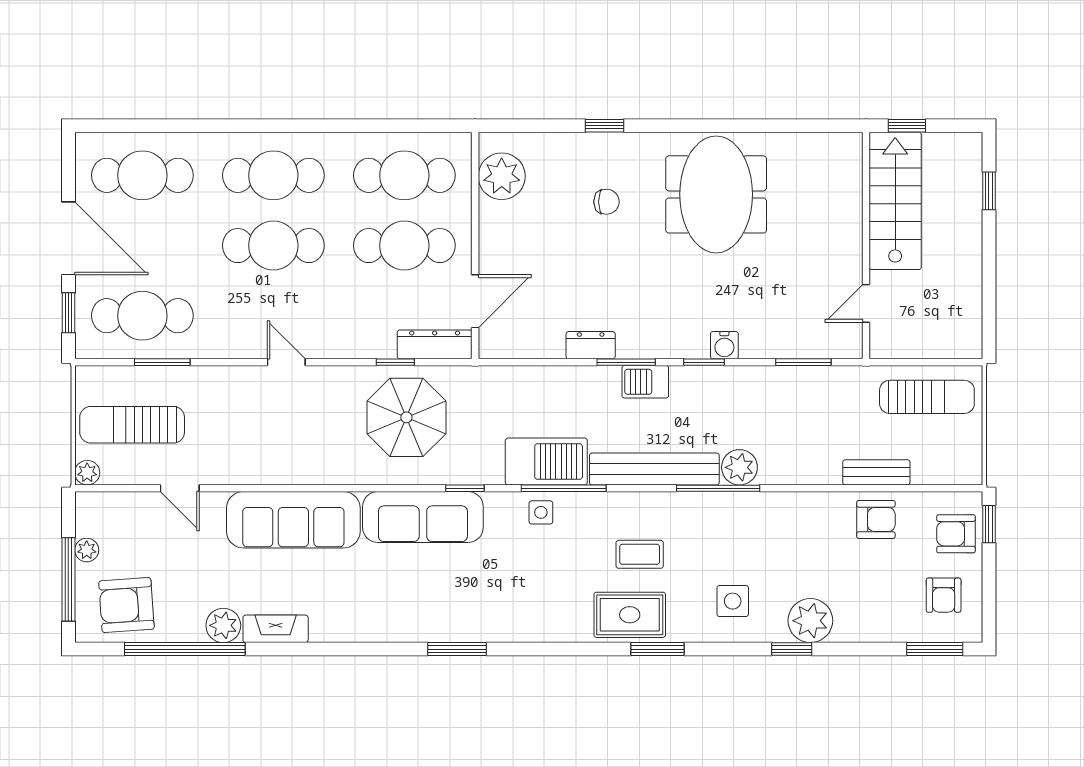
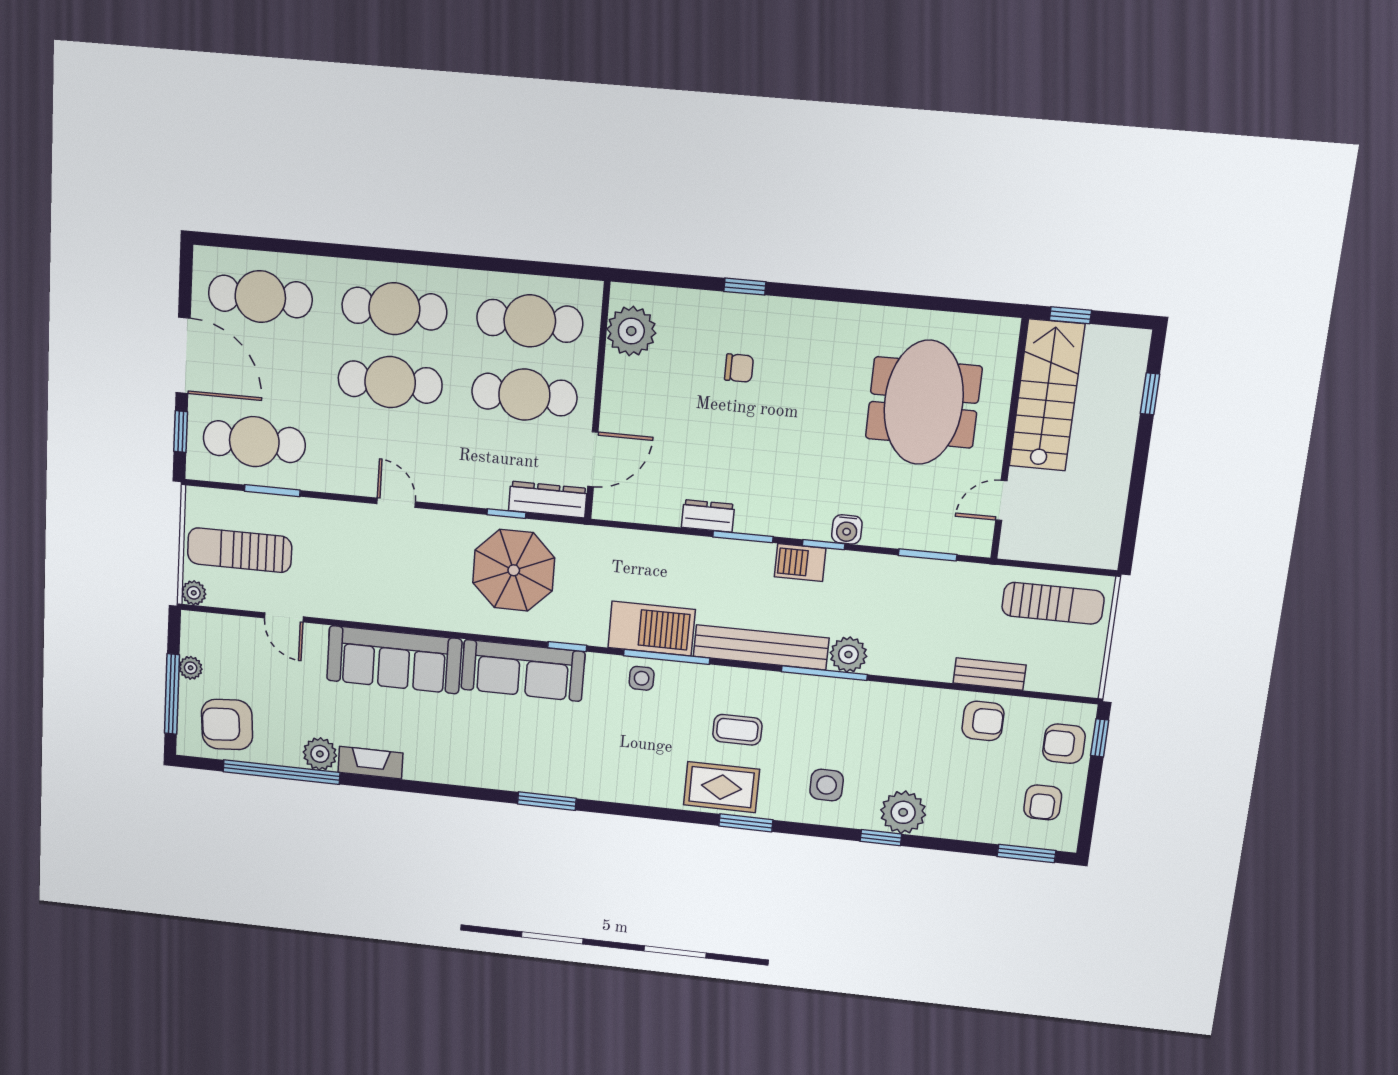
meeting table: (716, 194) -> (924, 402), moved
barbecue: (645, 382) -> (800, 563), moved

